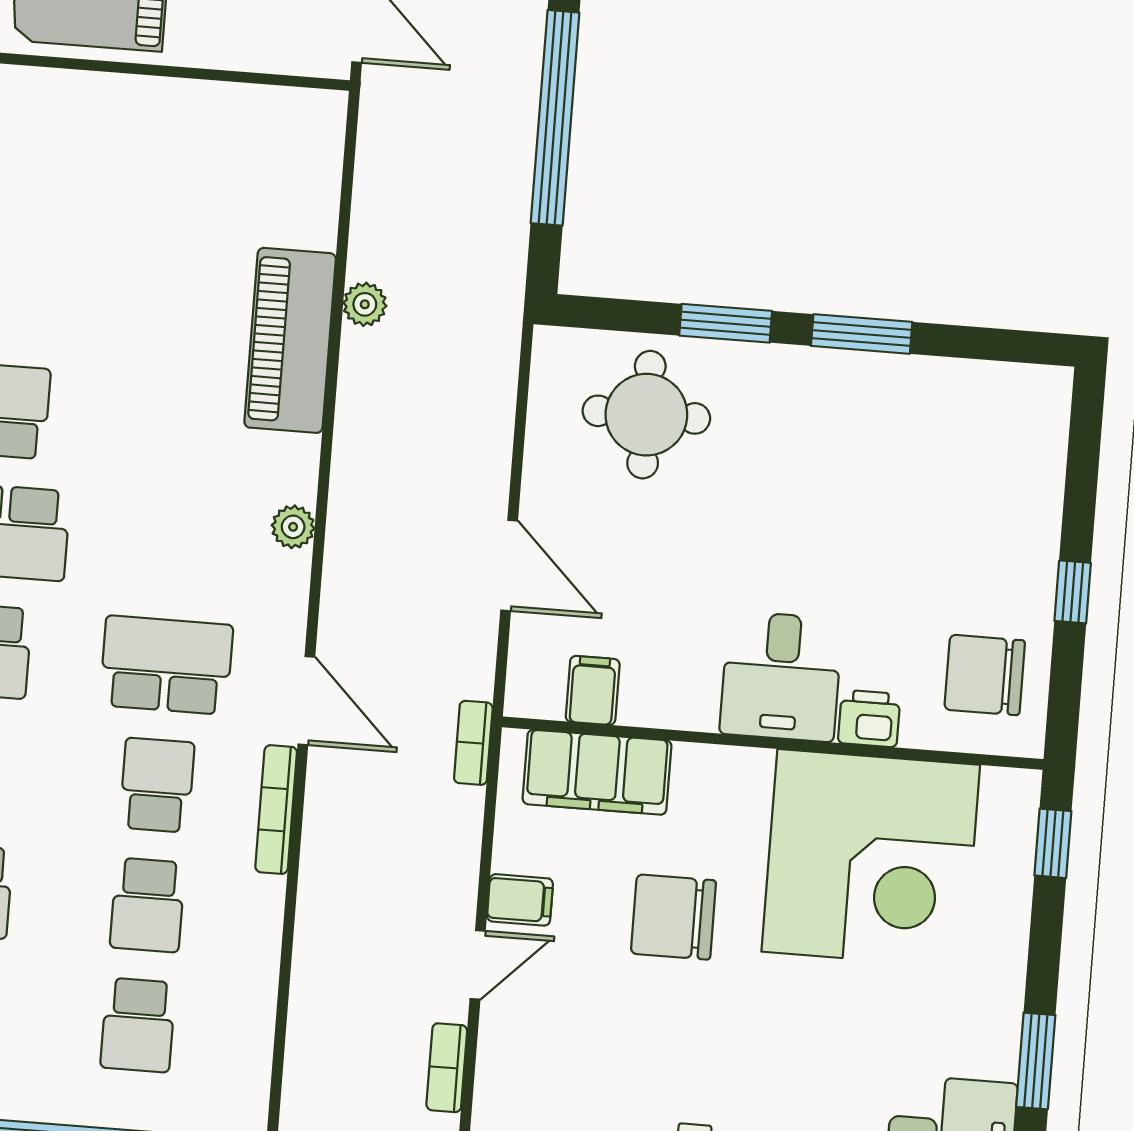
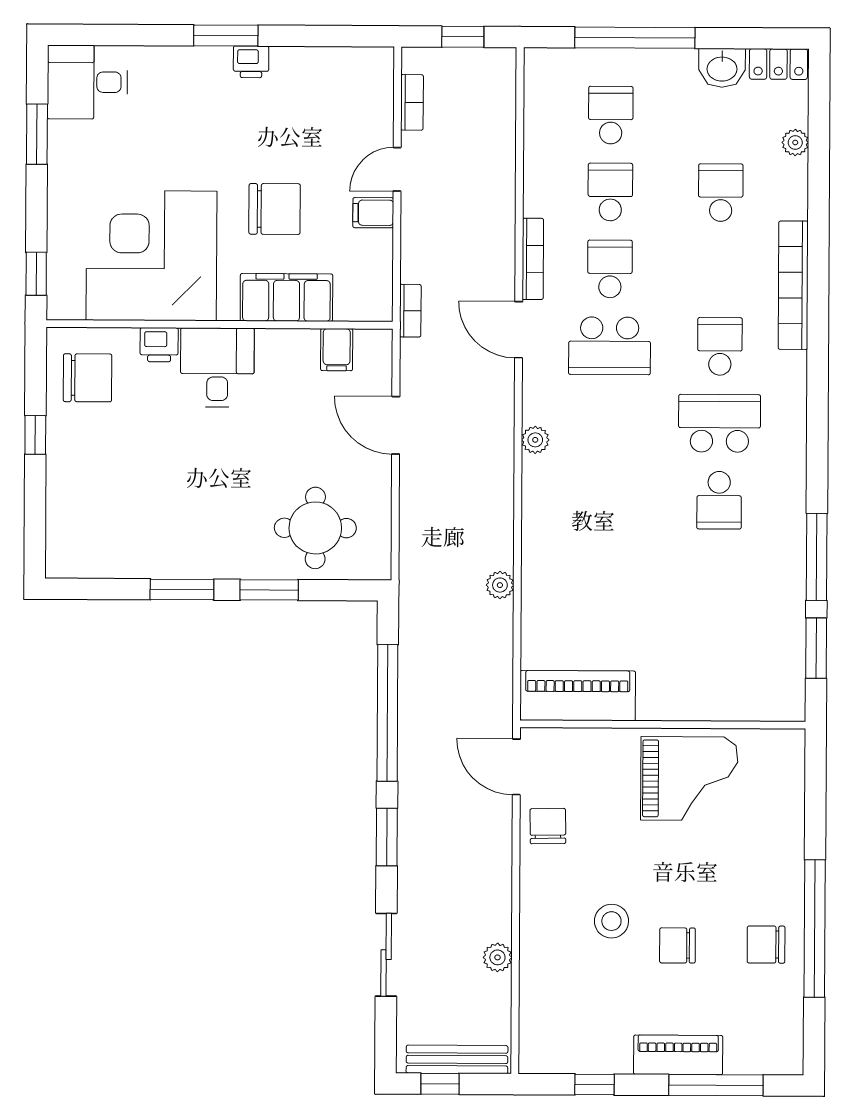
piano: (290, 340) -> (578, 696), moved, turned -90
filing cabinet: (597, 772) -> (286, 297), moved
school desk: (157, 785) -> (610, 269), turned 180

